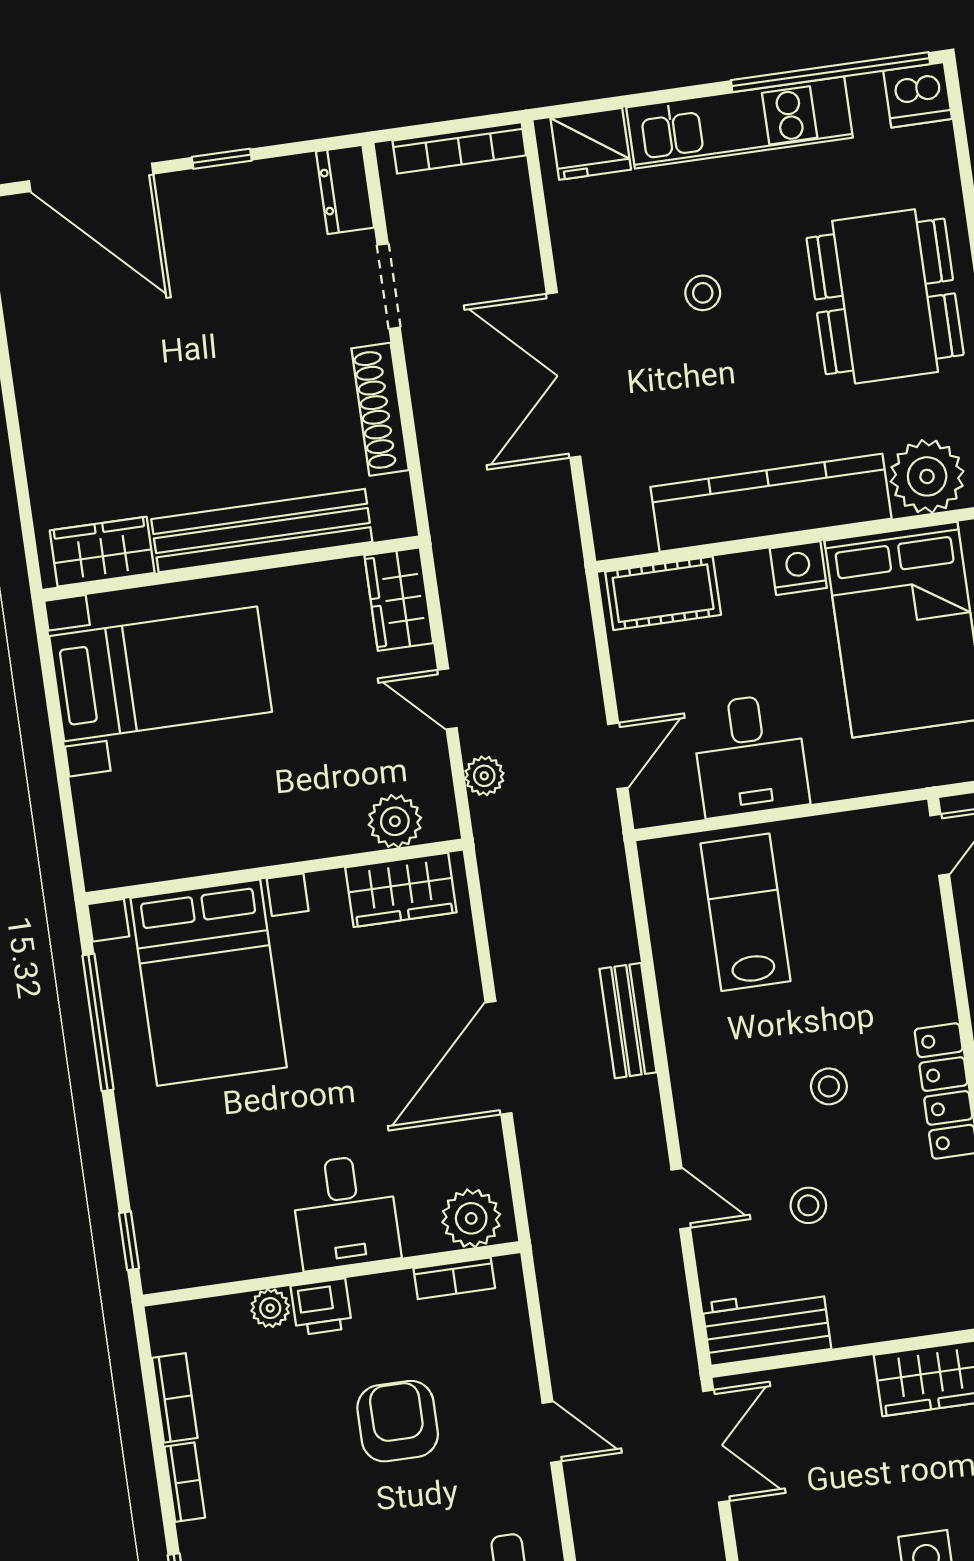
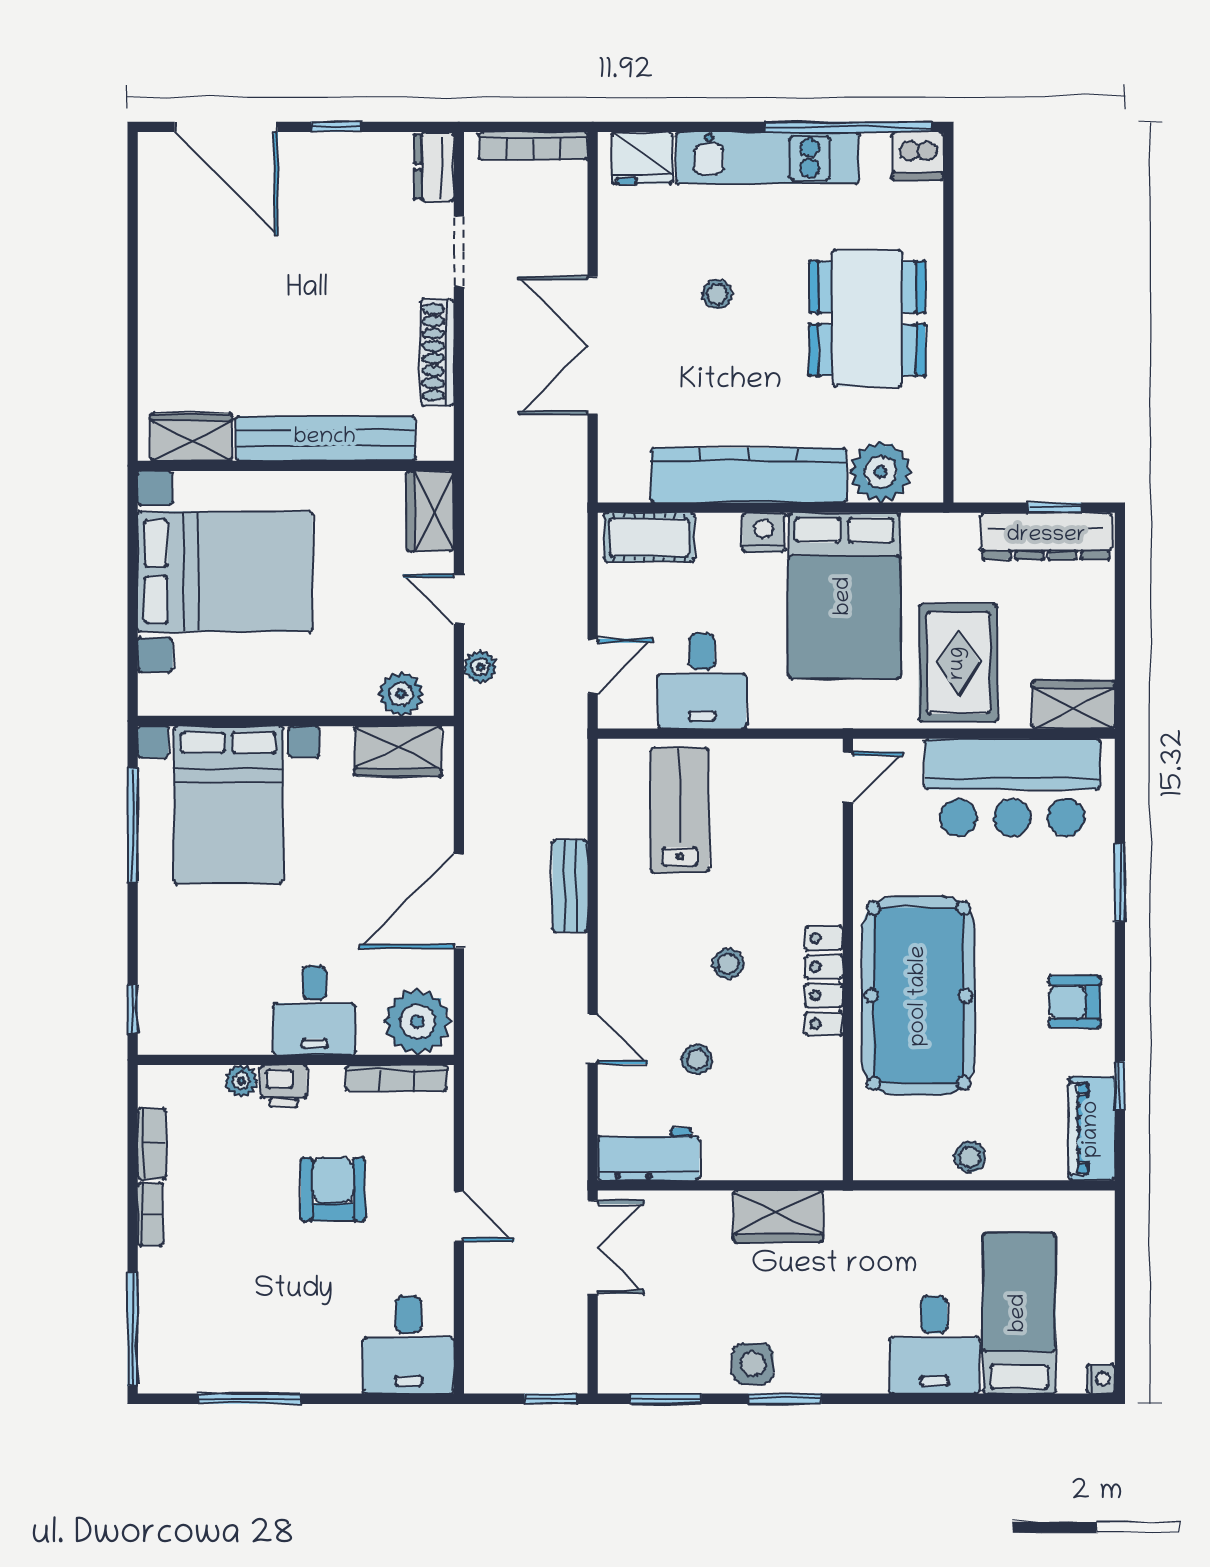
bed with nightstands: (161, 674) -> (225, 572), width x1.36
plant: (471, 1218) -> (417, 1022), width x1.36, depth x1.36
bookcase: (454, 1278) -> (396, 1078), width x1.56

